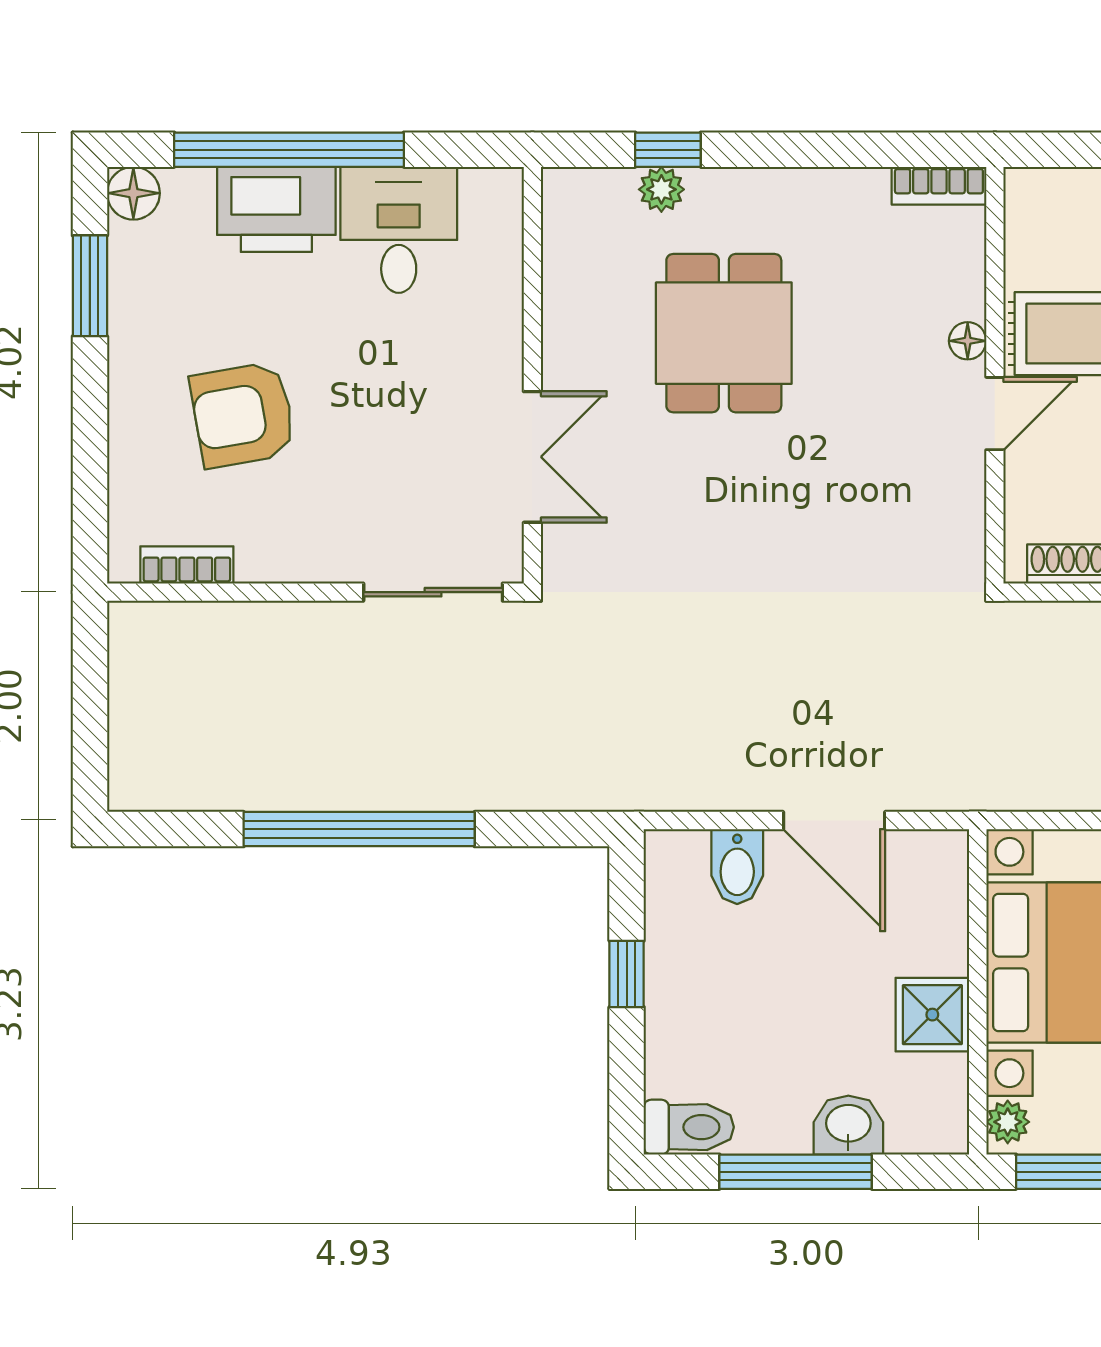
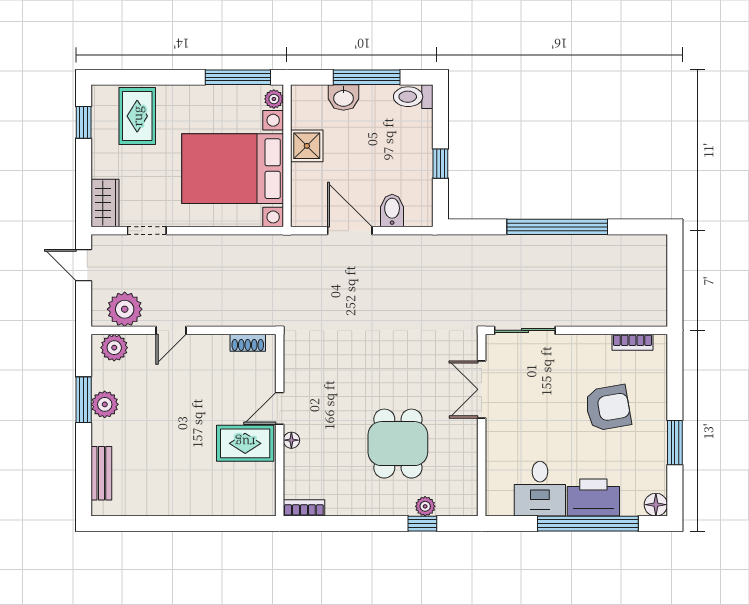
window: (90, 286) -> (675, 443), moved

